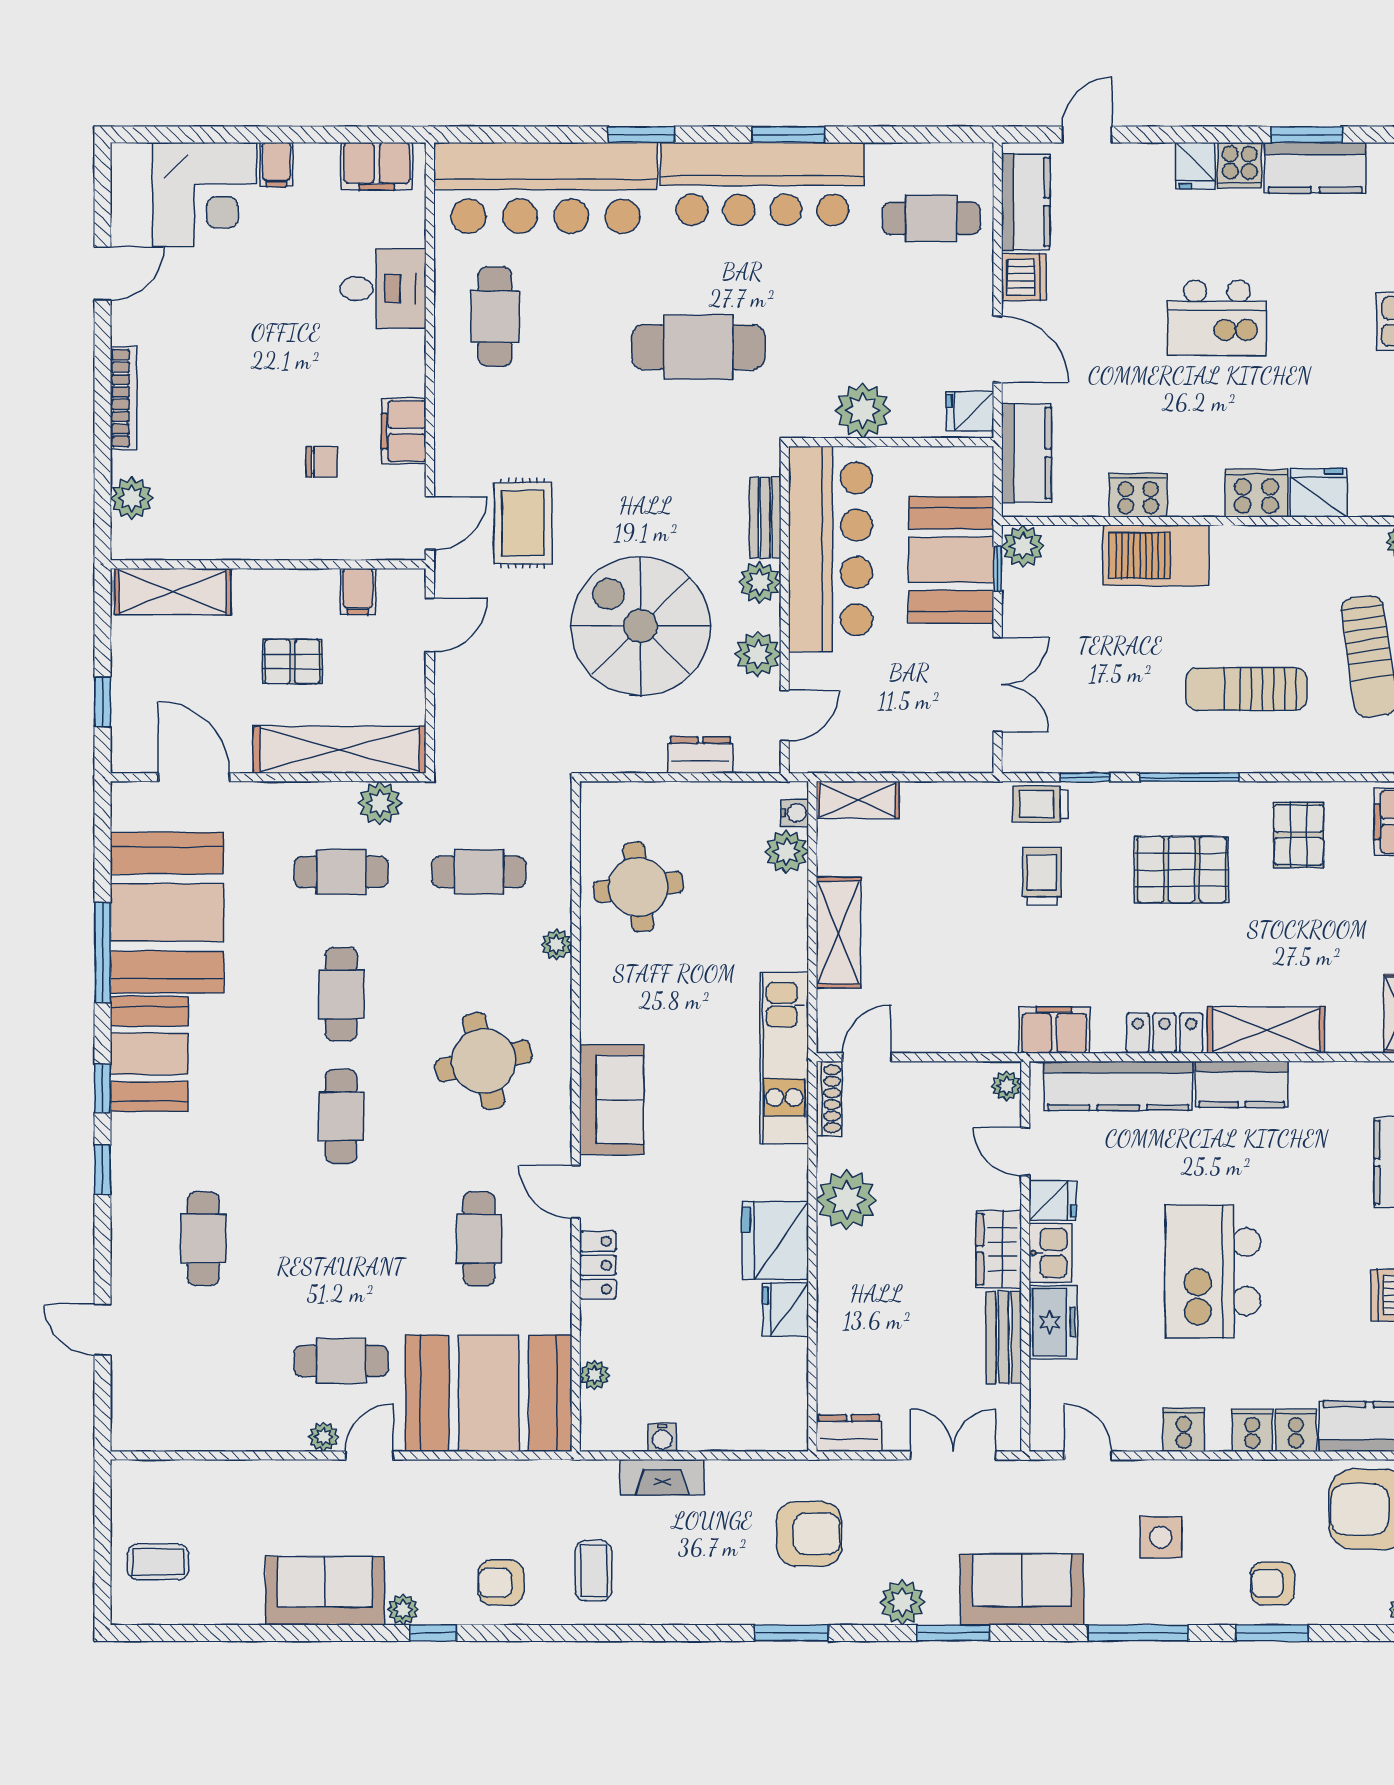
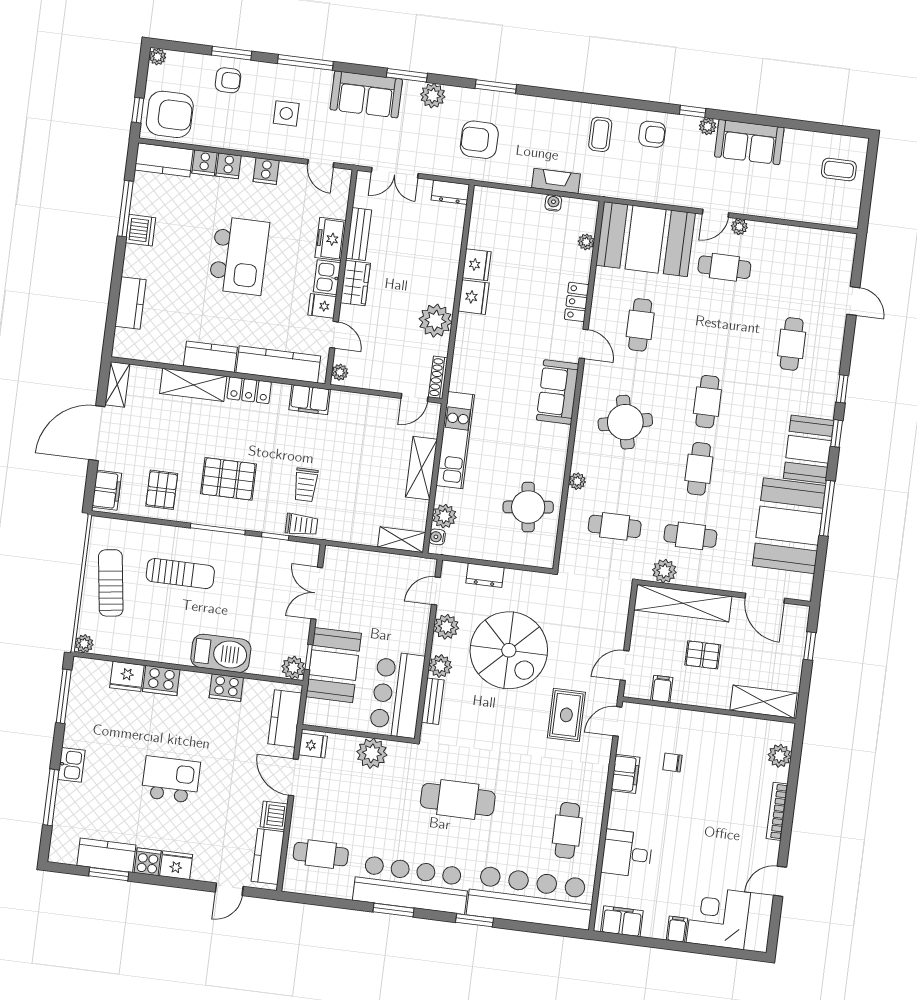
fridge: (1195, 166) -> (176, 865), width x1.38
bar counter: (831, 549) -> (397, 695), width x0.73
kitchen unit: (784, 1058) -> (455, 440), moved
fridge: (775, 1240) -> (474, 297), width x0.73, depth x0.75

